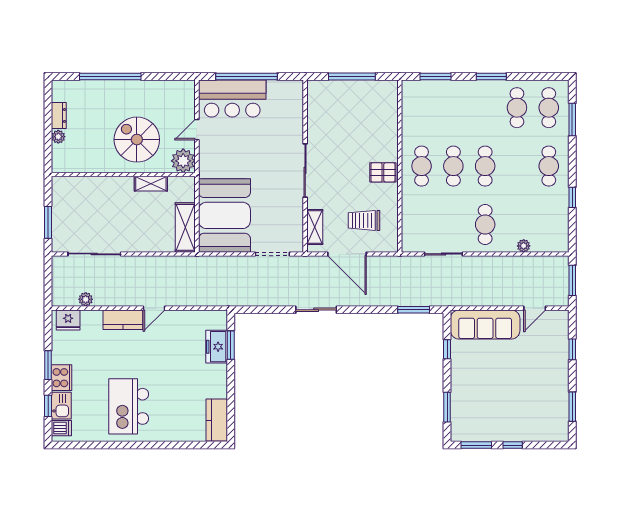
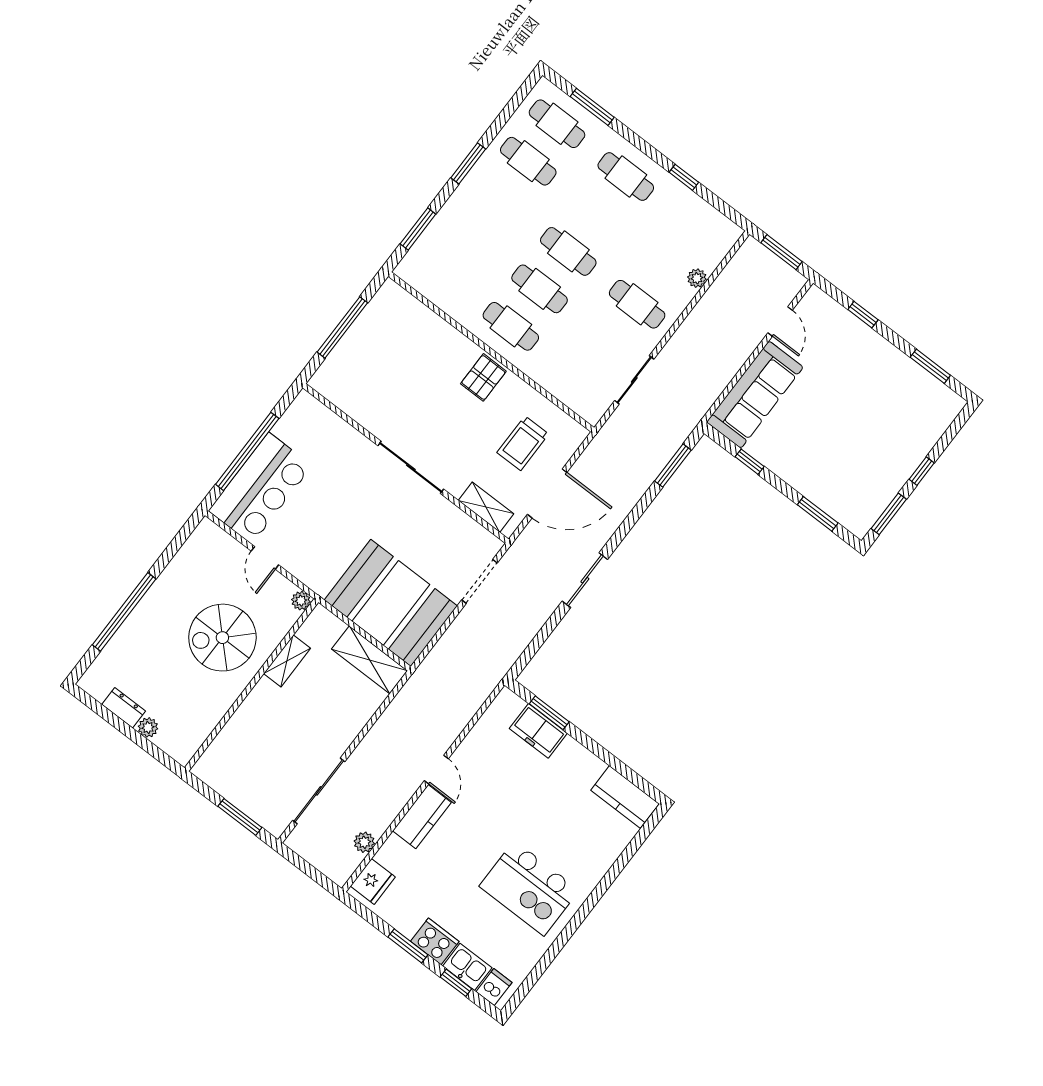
plant: (183, 161) -> (301, 601), width x0.53, depth x0.53

